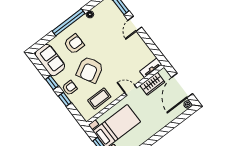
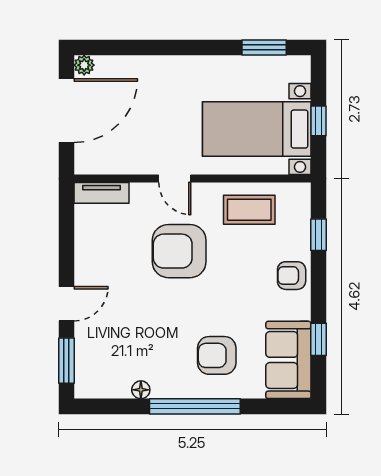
armchair: (90, 70) -> (179, 251), moved, turned -151
window: (52, 83) -> (318, 339), moved
wardrobe: (152, 84) -> (122, 159), removed
window: (65, 99) -> (318, 235), moved

